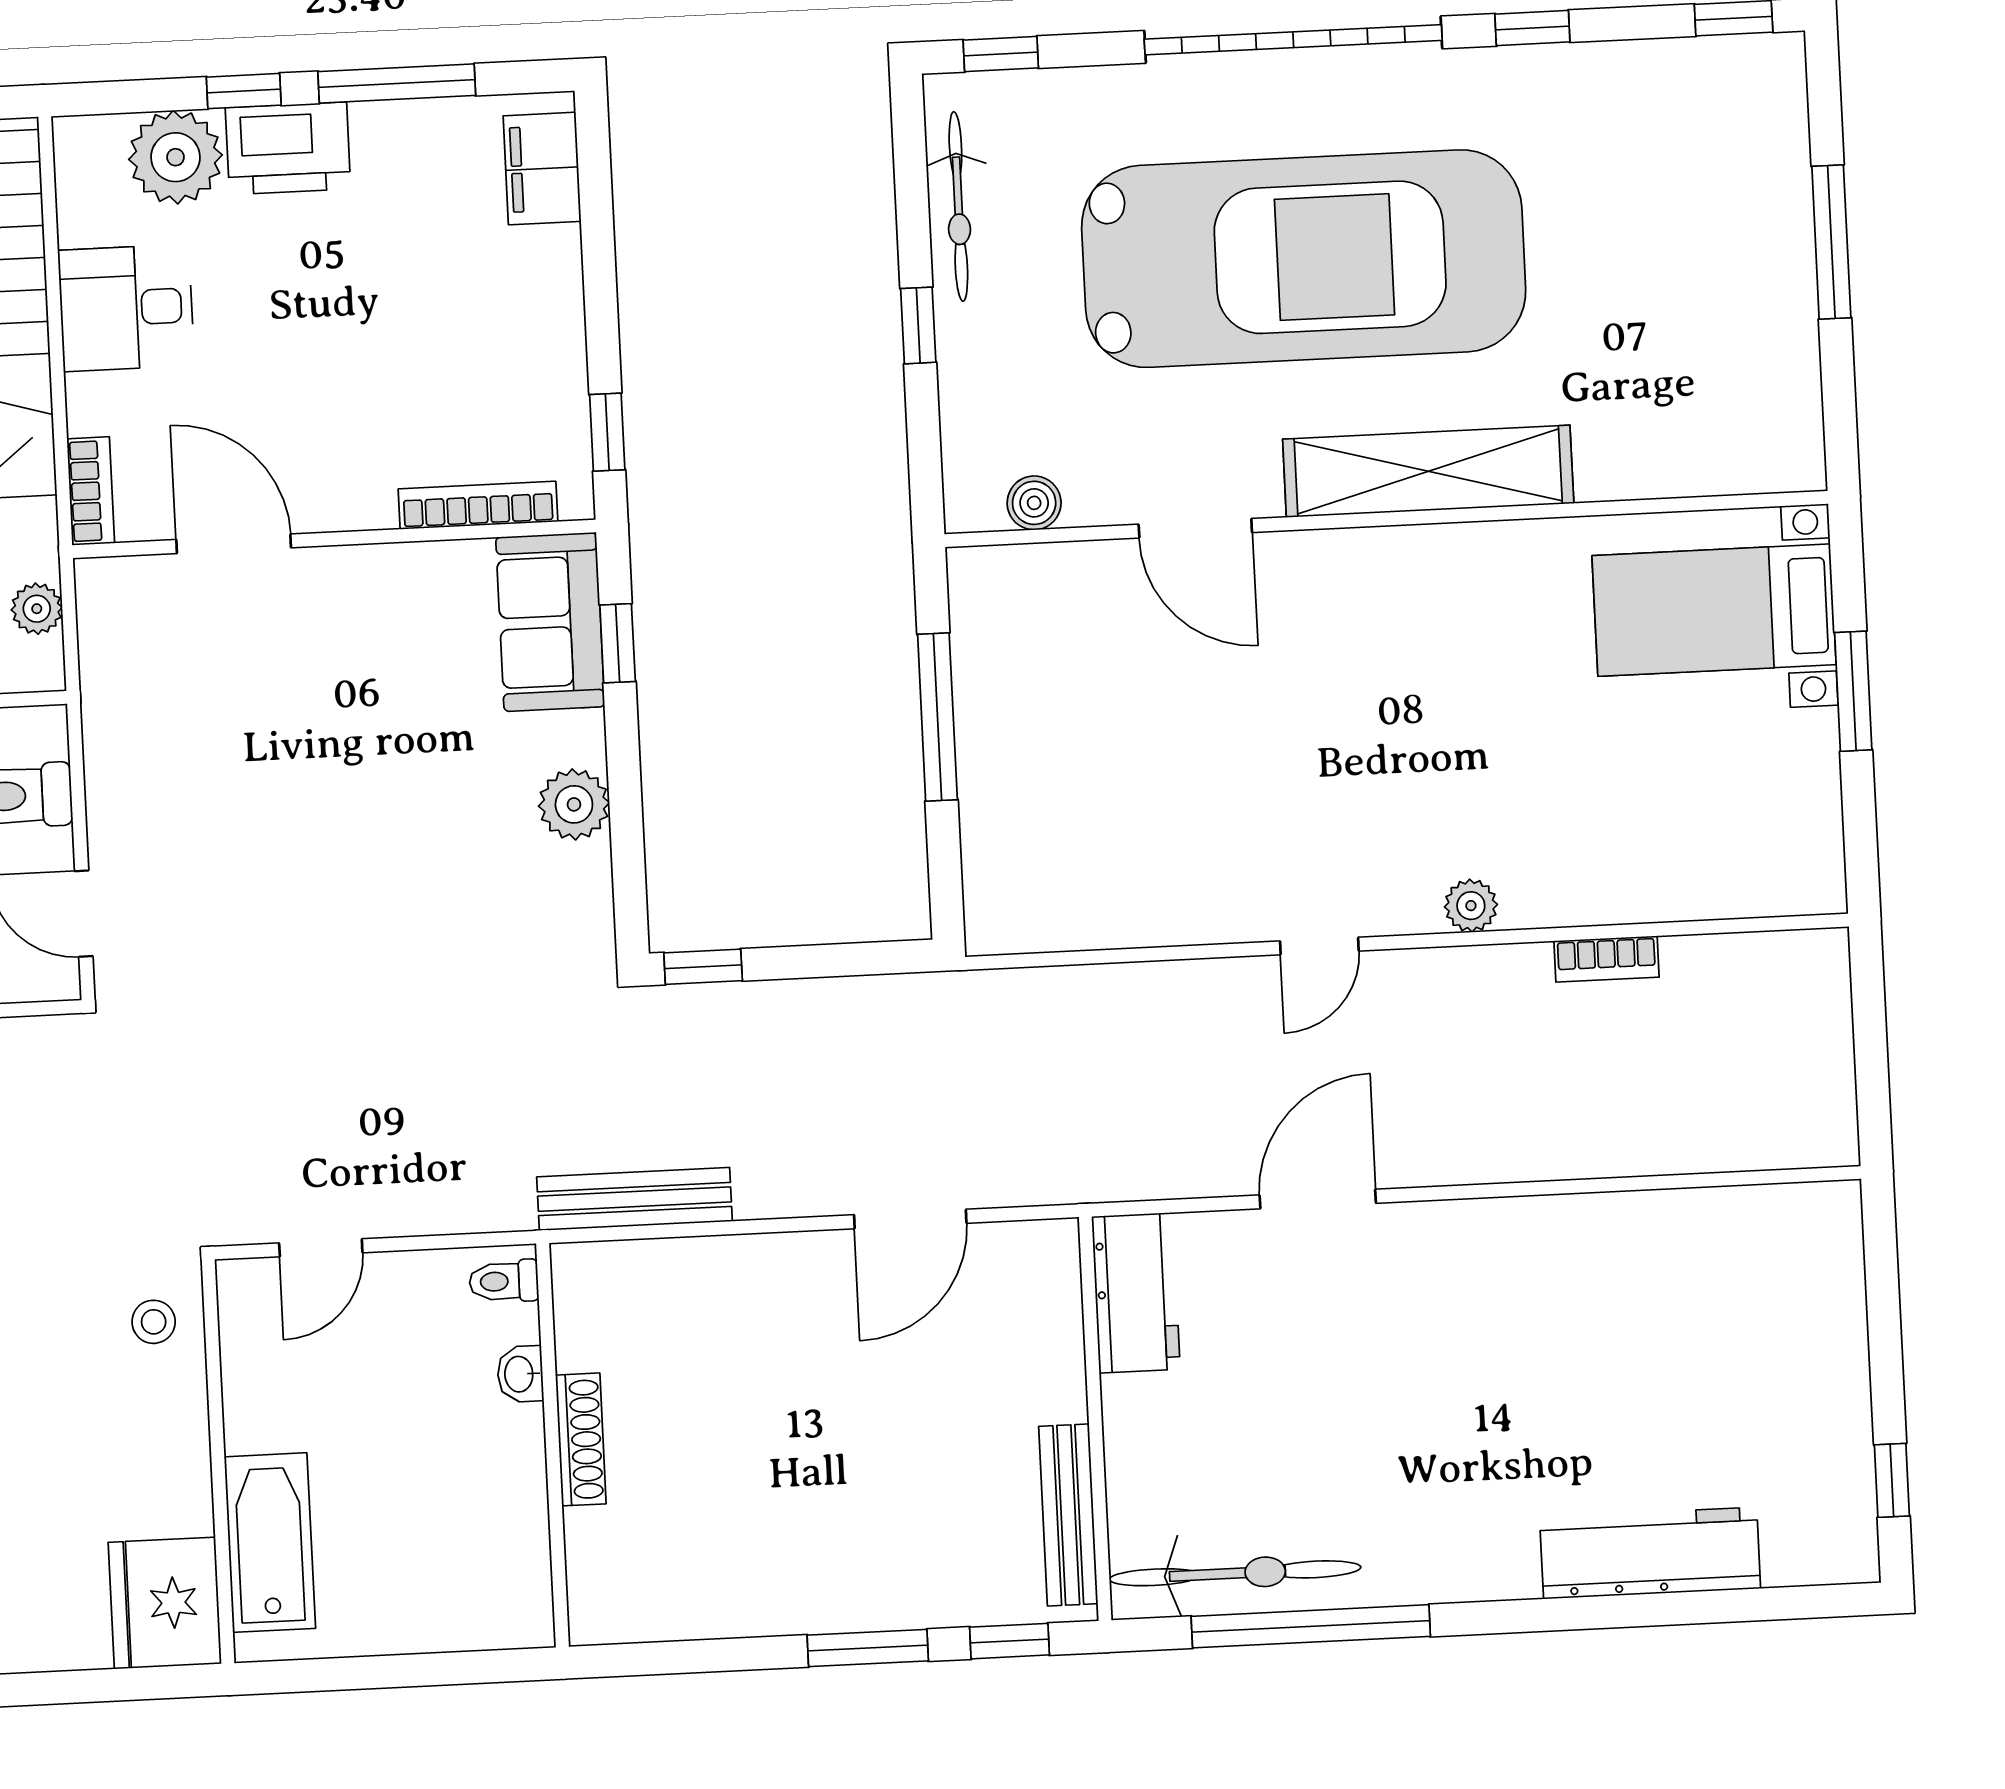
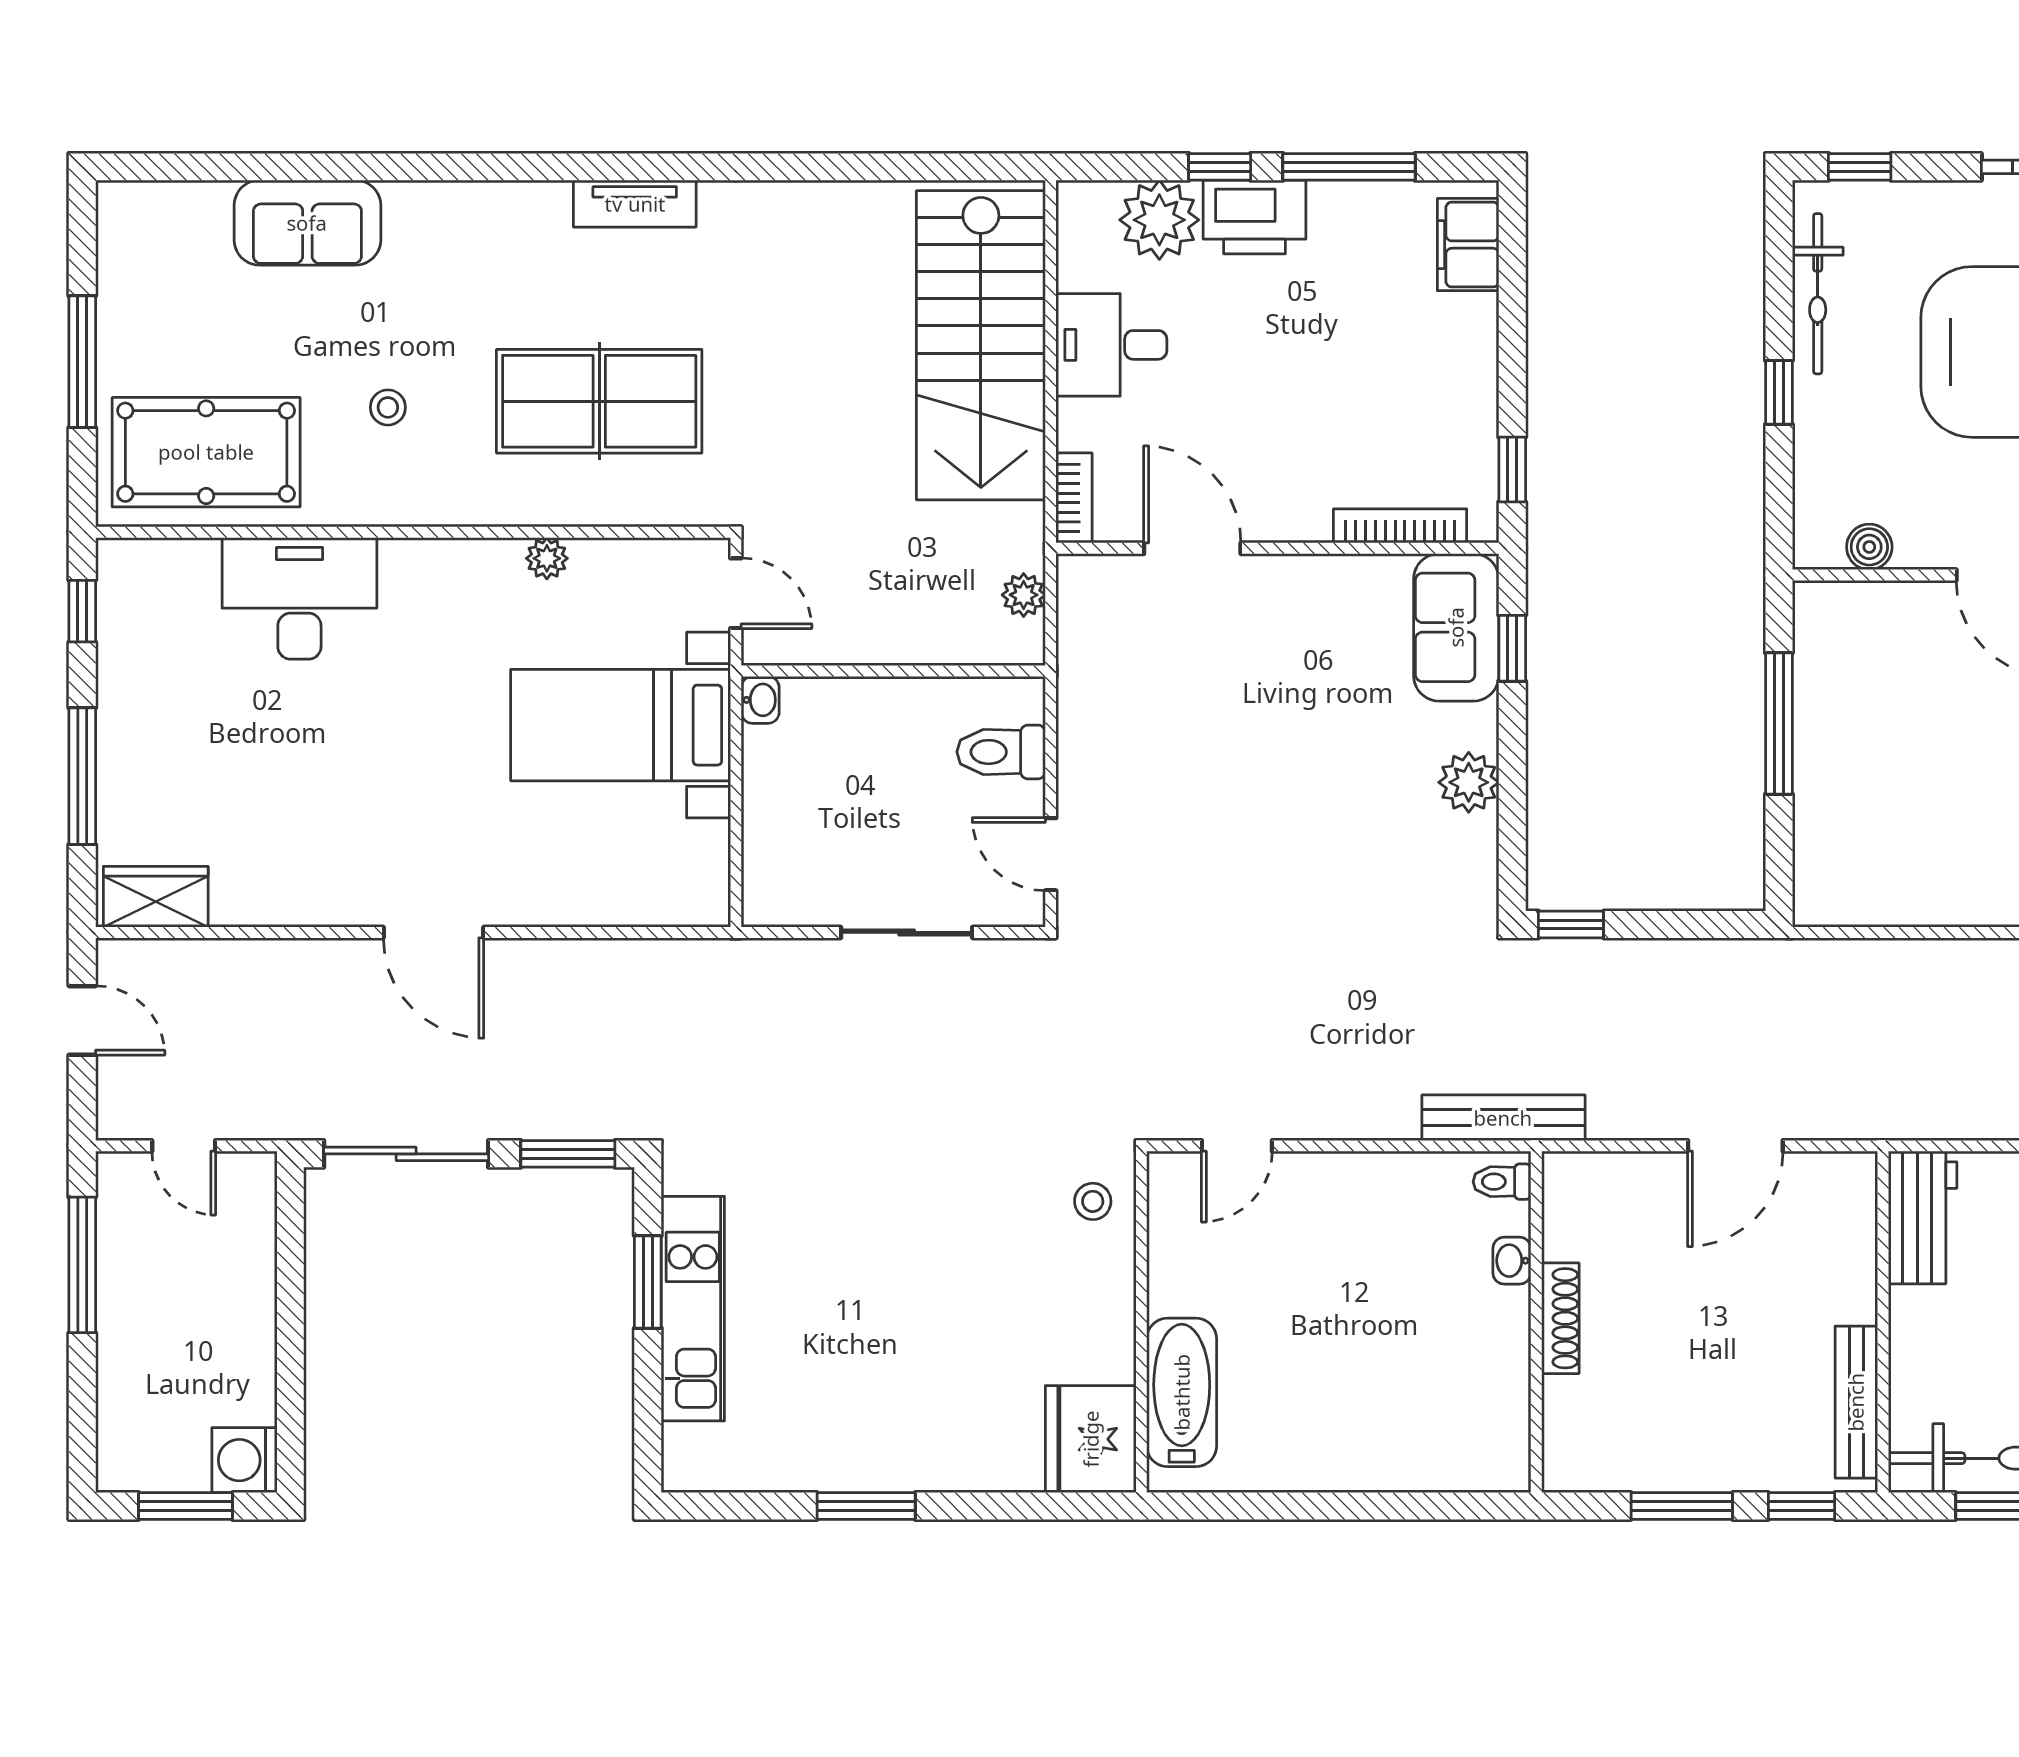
toilet: (504, 1281) -> (1502, 1182), moved
washbasin: (520, 1374) -> (1512, 1261), moved
shoe rack: (581, 1439) -> (1560, 1318), moved
wall: (552, 1445) -> (1536, 1322), moved

